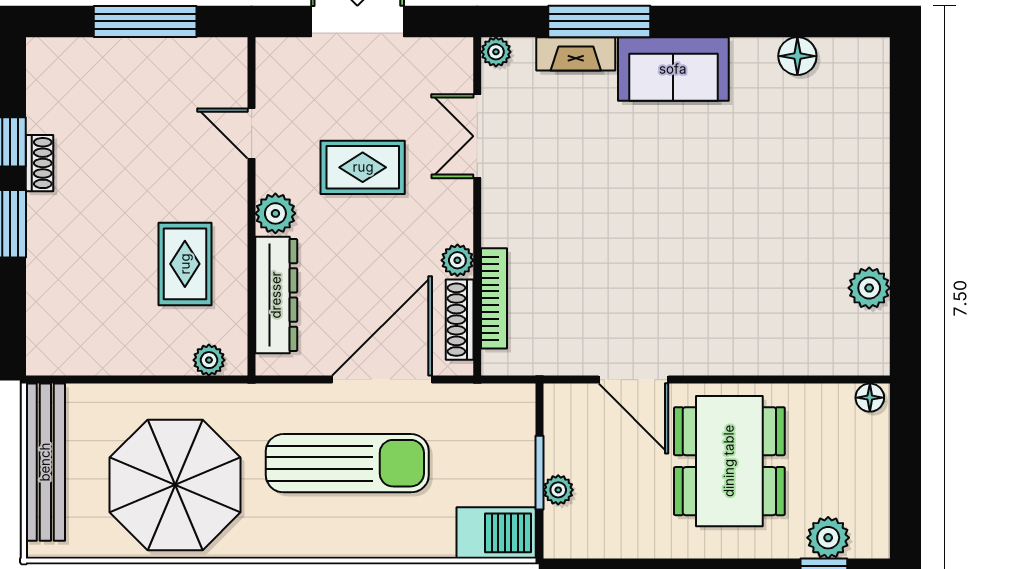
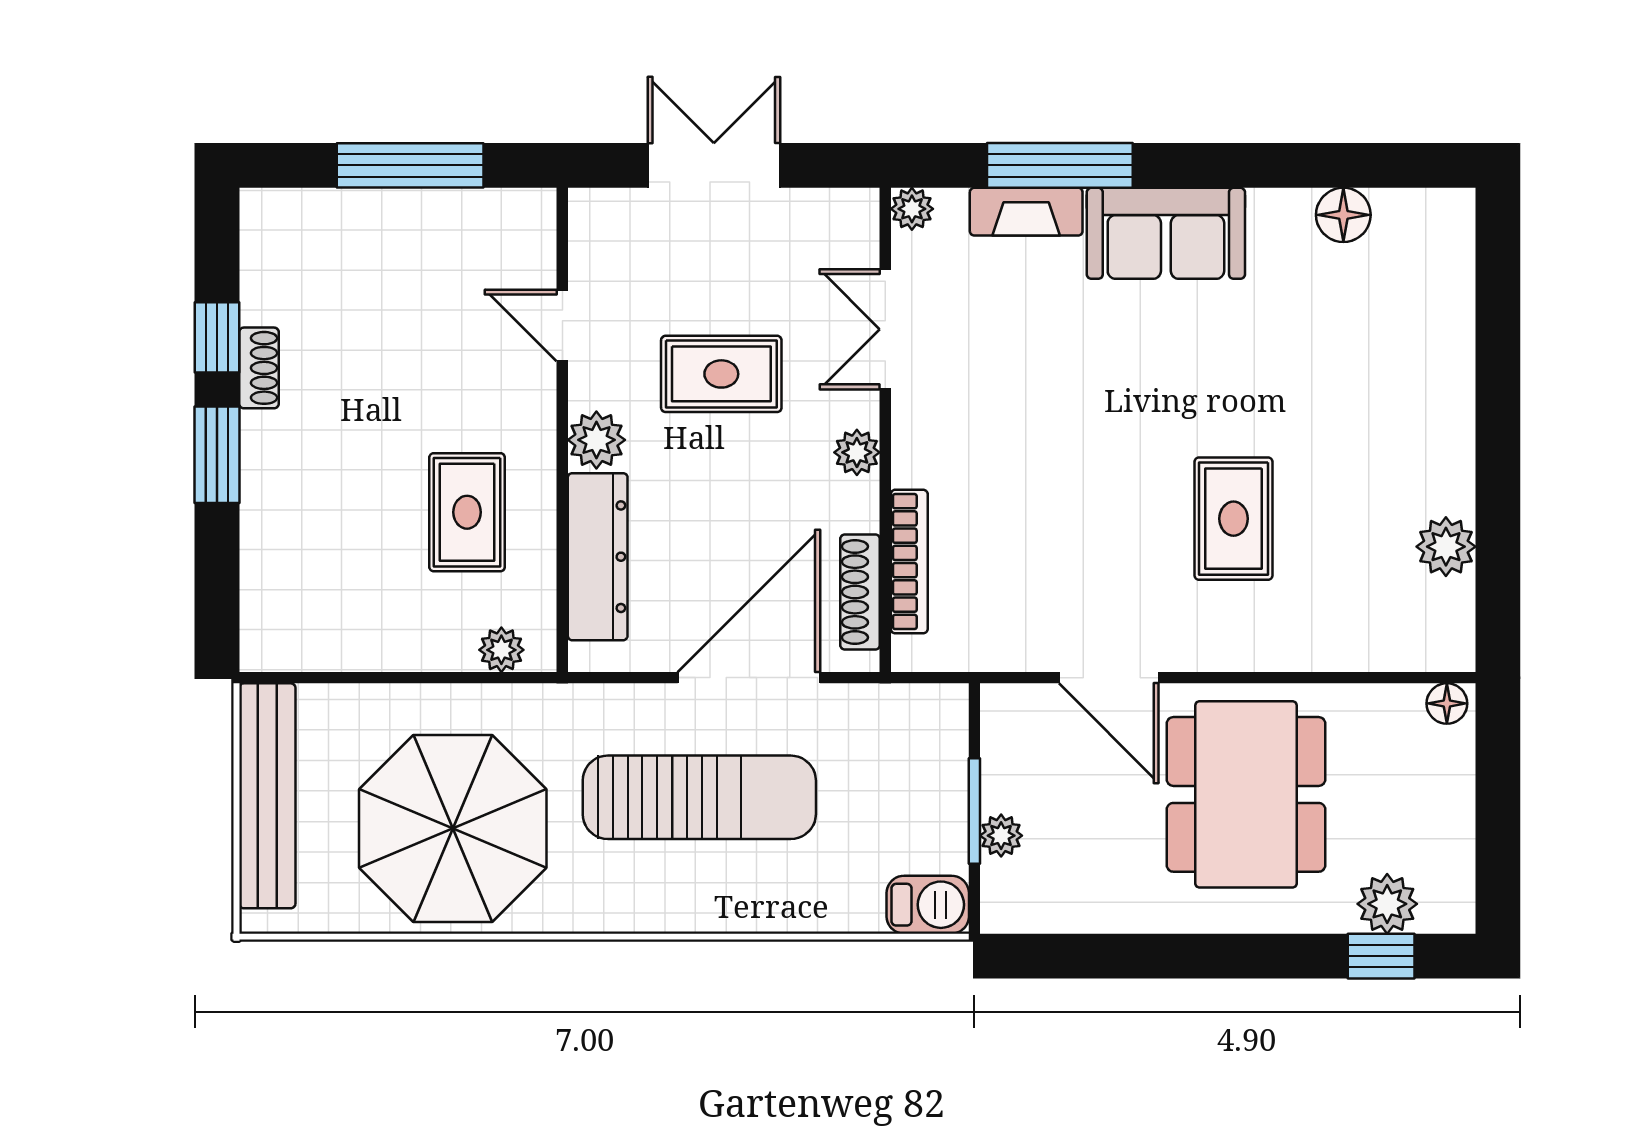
plant: (457, 260) -> (857, 452), moved
rug: (721, 268) -> (1234, 519), added
barbecue: (496, 533) -> (928, 905), width x0.73, depth x0.79

